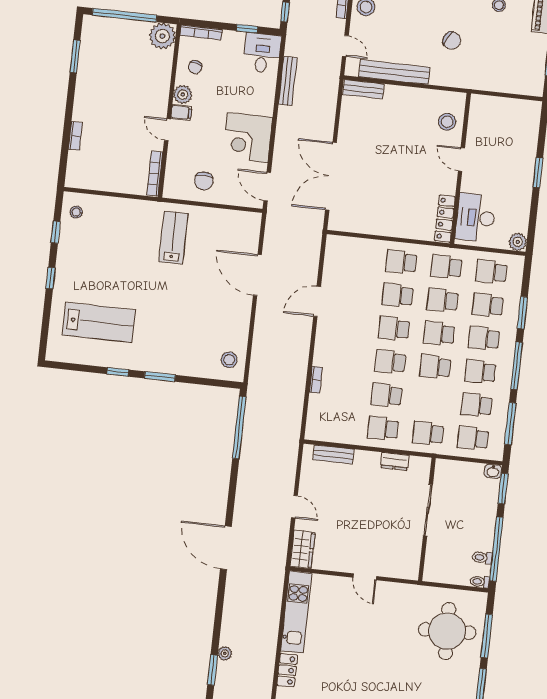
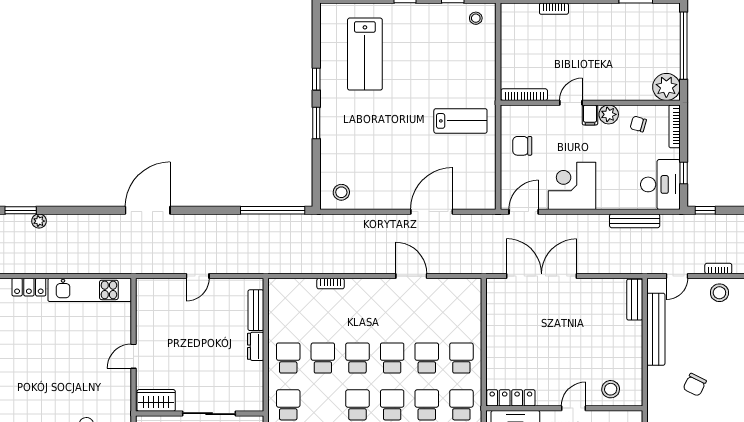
desk: (262, 53) -> (660, 184), width x1.37
dresser: (395, 461) -> (256, 346), moved
wardrobe: (303, 549) -> (156, 400), moved, turned 180

